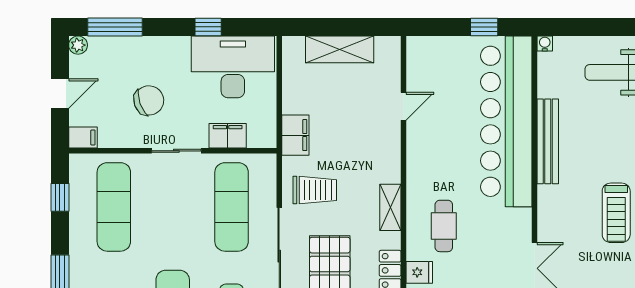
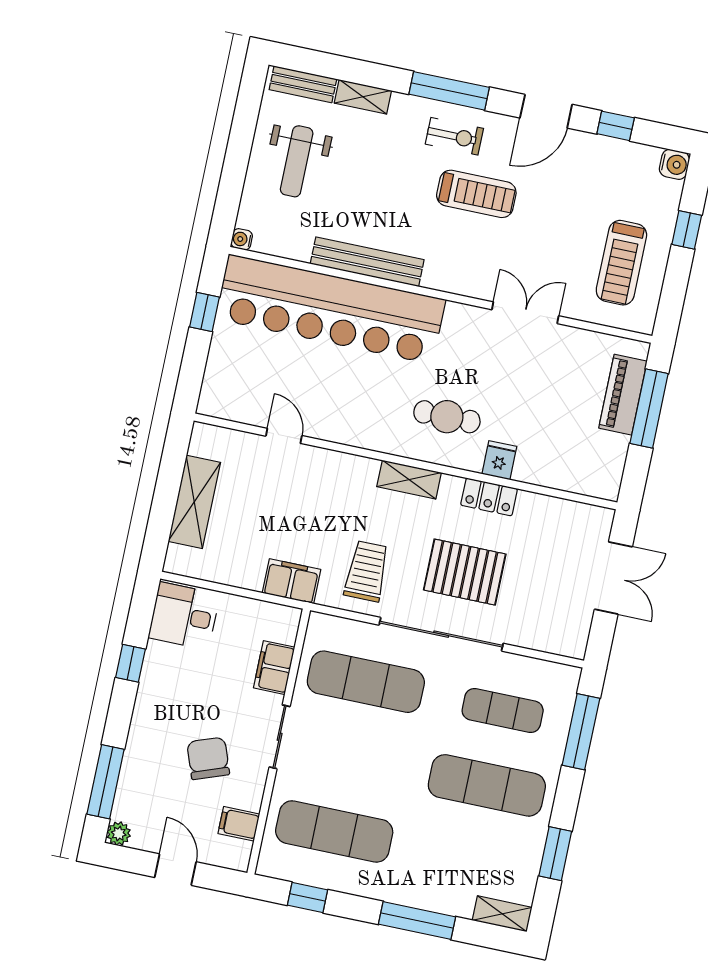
desk: (233, 67) -> (184, 616), width x0.53, depth x0.77
filing cabinet: (83, 137) -> (239, 824), moved, turned -90

